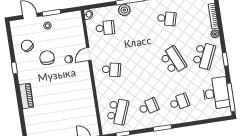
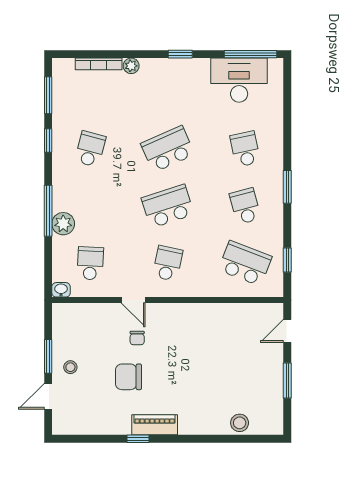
chair: (27, 46) -> (101, 409), removed
school desk: (204, 56) -> (168, 206), moved, turned -42
piano: (26, 96) -> (155, 425), moved
stool: (31, 121) -> (240, 423), added

